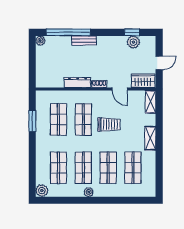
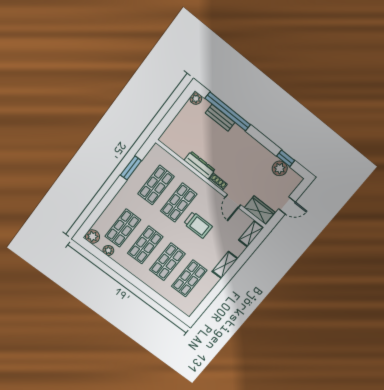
bench: (84, 40) -> (220, 118), moved
plant: (89, 192) -> (108, 250), moved

